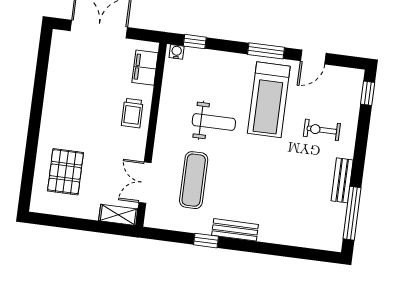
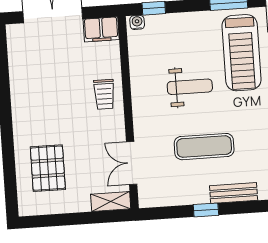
filing cabinet: (145, 68) -> (101, 29), moved, turned -90
exercise mat: (194, 180) -> (204, 147), moved, turned 90

